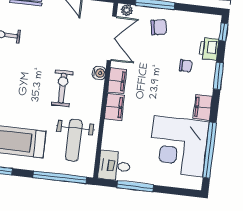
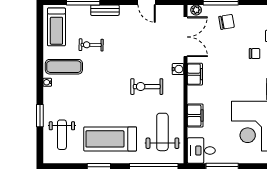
exercise bike: (62, 88) -> (147, 87), turned -90
filing cabinet: (114, 107) -> (195, 116), moved
weight bench: (74, 140) -> (162, 132), turned 180

